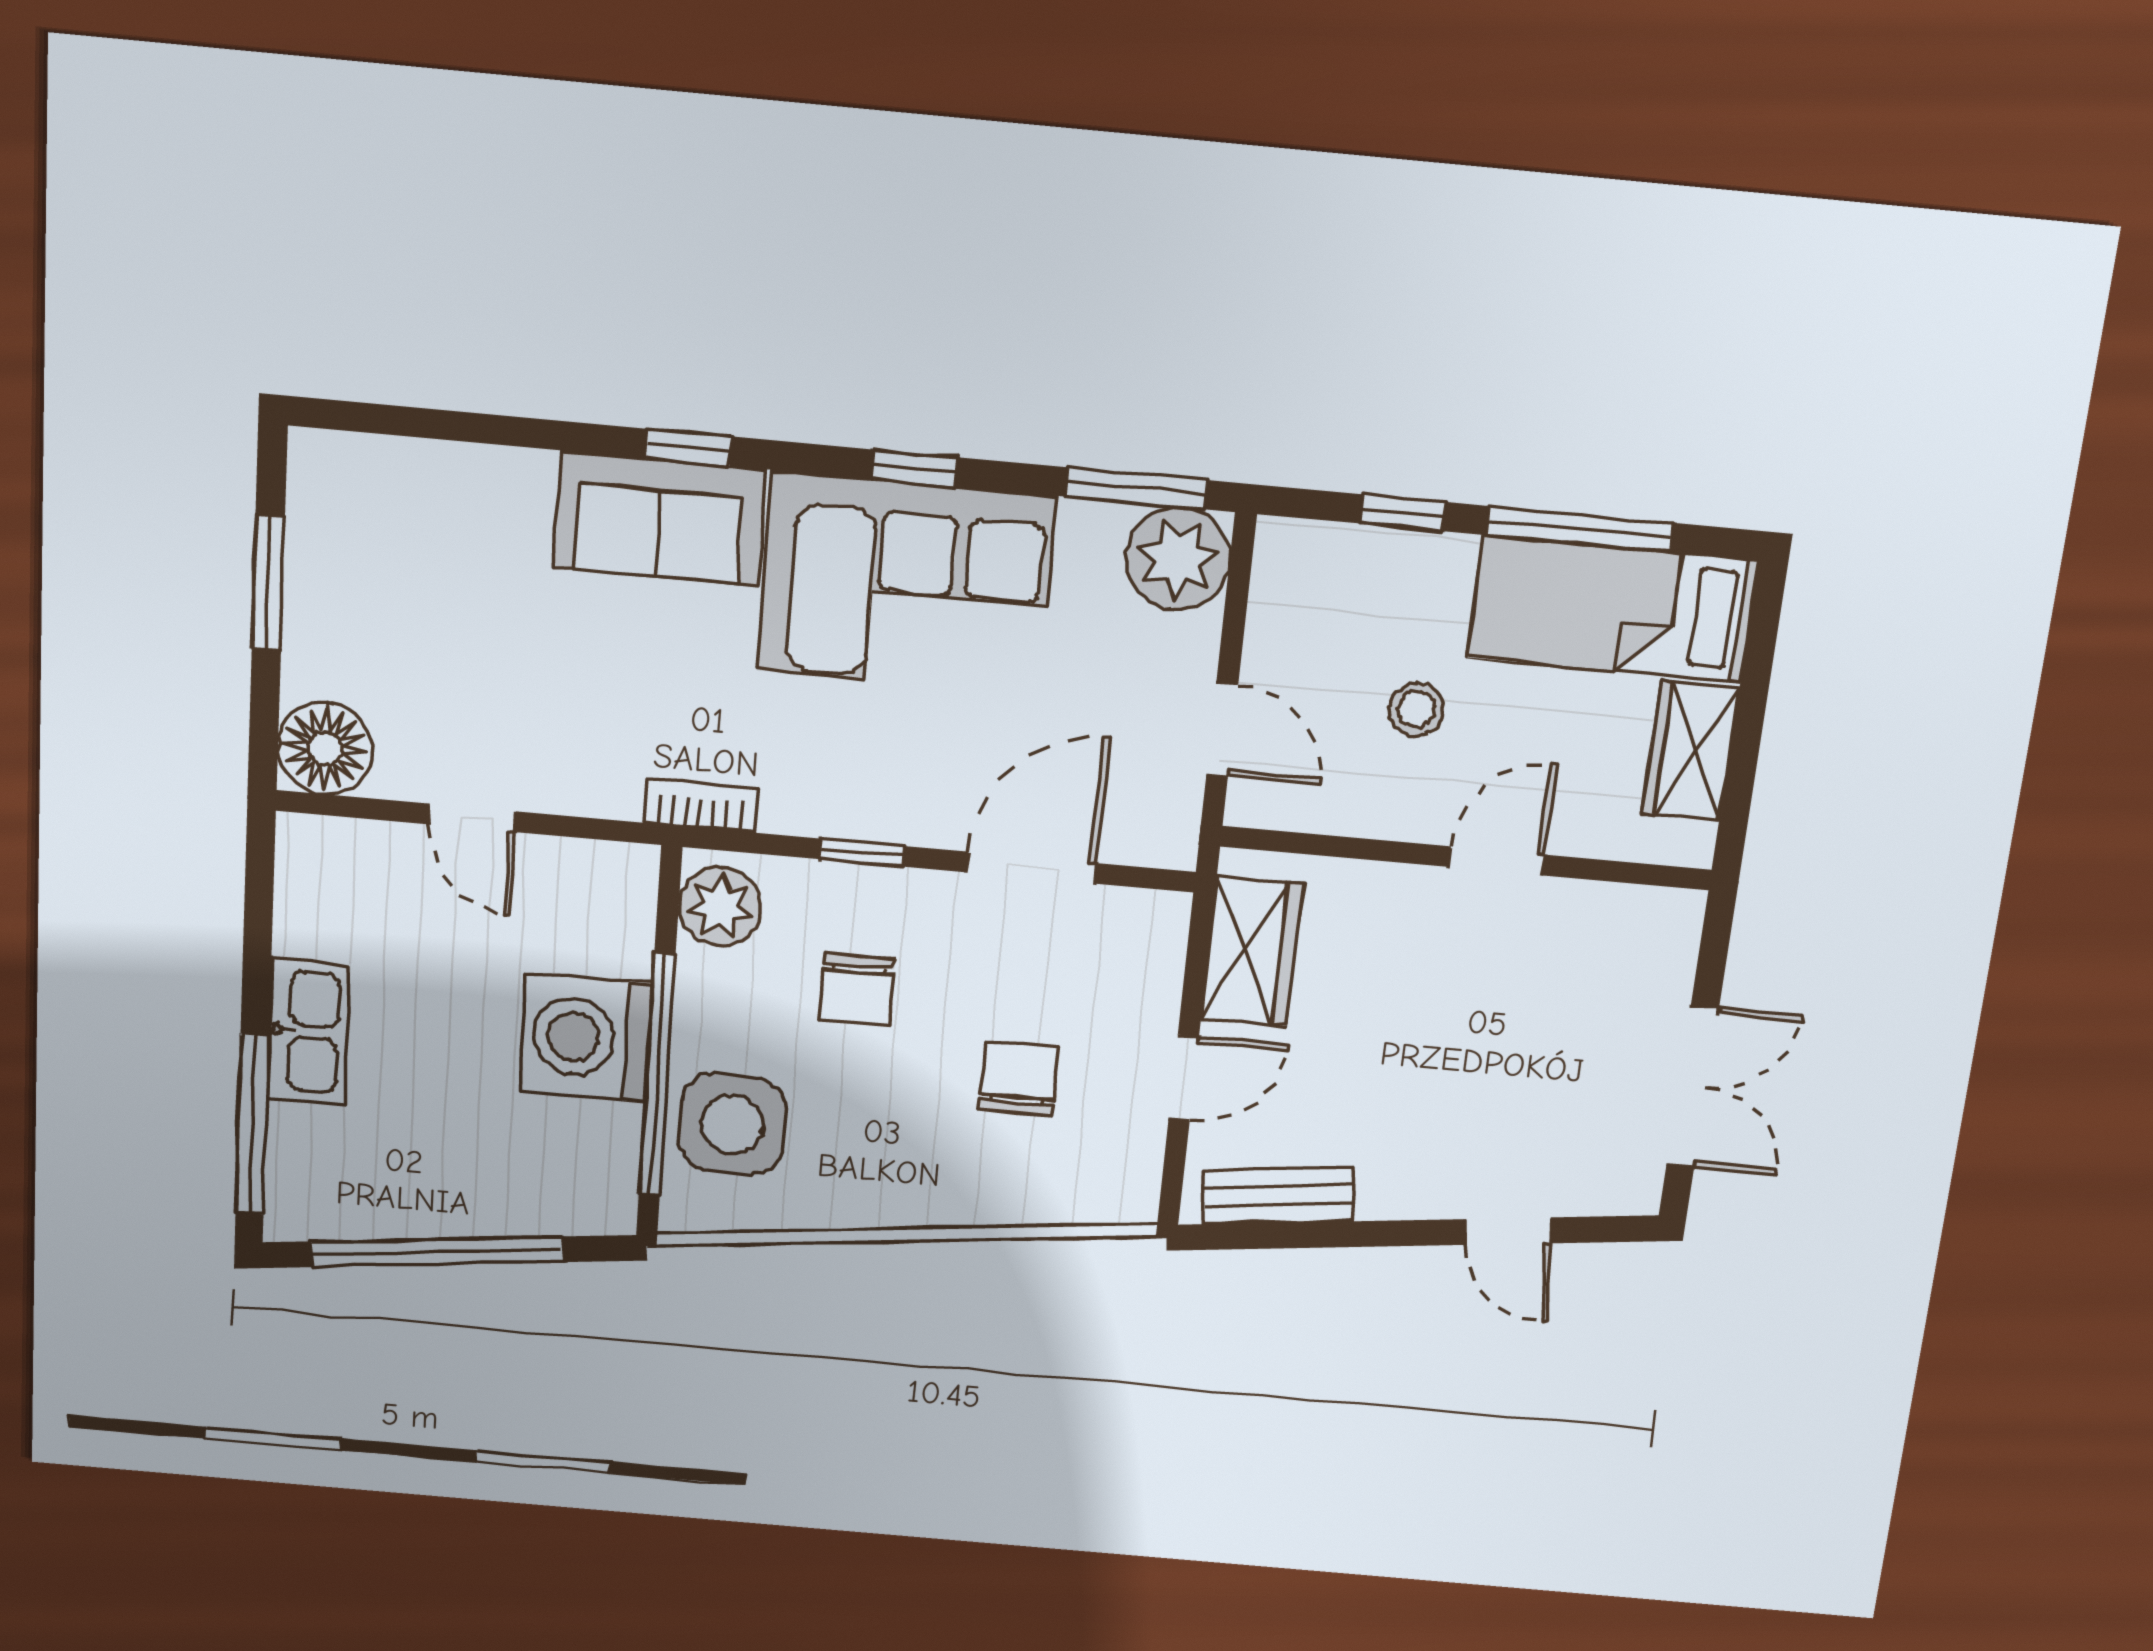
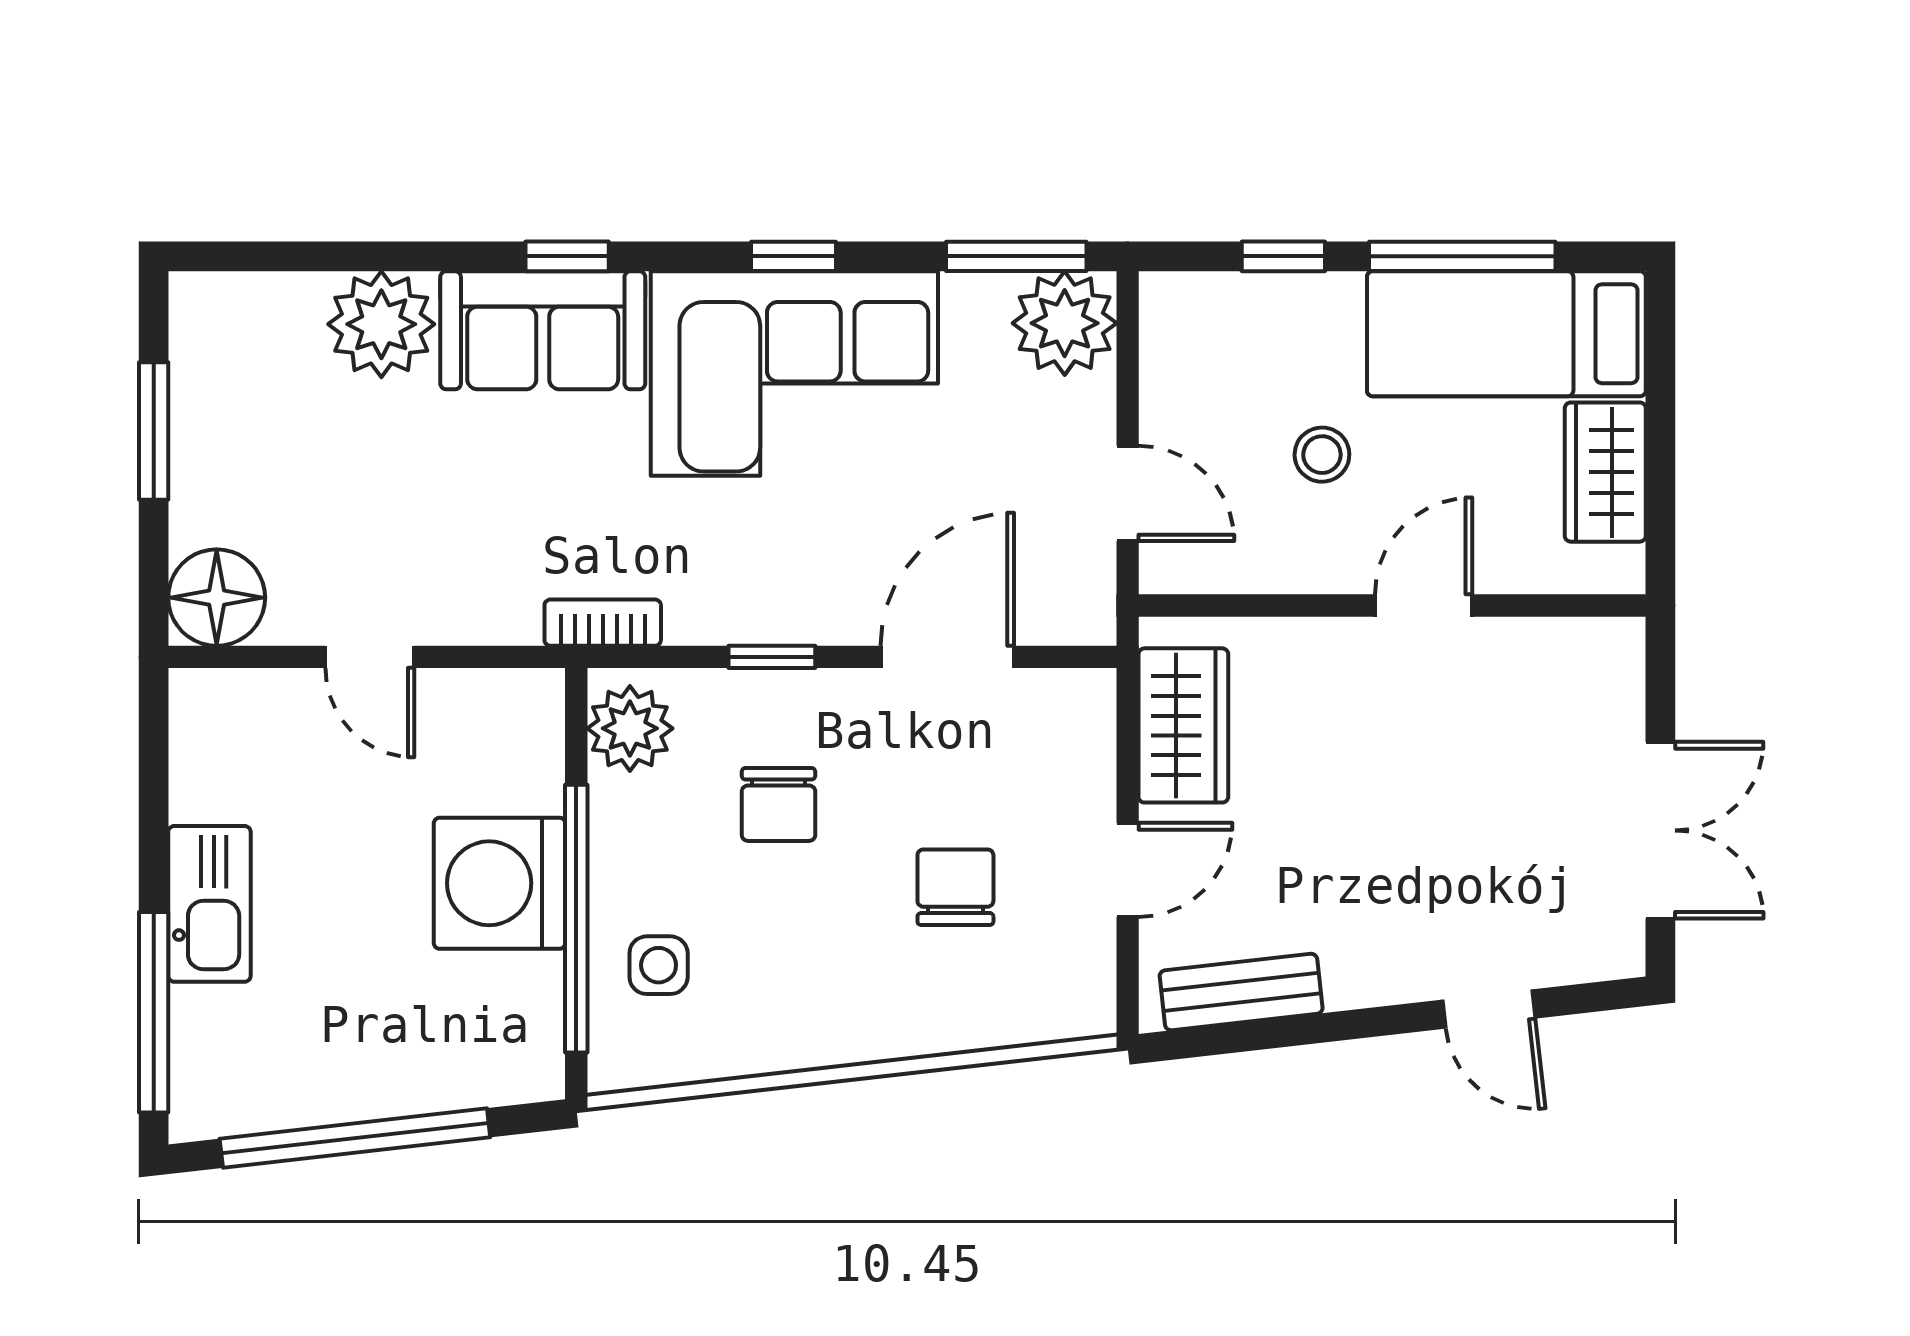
plant: (499, 498) -> (381, 324), added
side table: (732, 1124) -> (659, 965), width x0.54, depth x0.54

